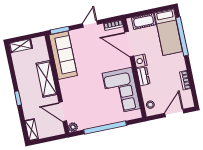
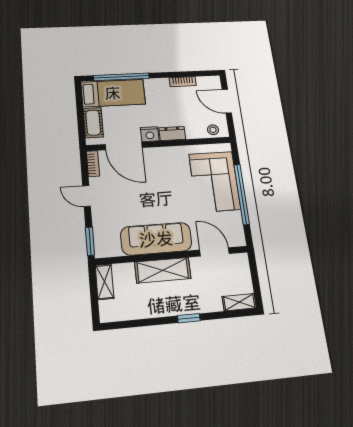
door: (129, 44) -> (124, 146), hinge flipped
shelving: (21, 46) -> (105, 282), moved
sofa: (63, 55) -> (156, 239), moved
corner sofa: (121, 91) -> (215, 182), moved, turned 90
door: (63, 112) -> (214, 252), swing flipped
plant: (73, 127) -> (239, 240), removed

